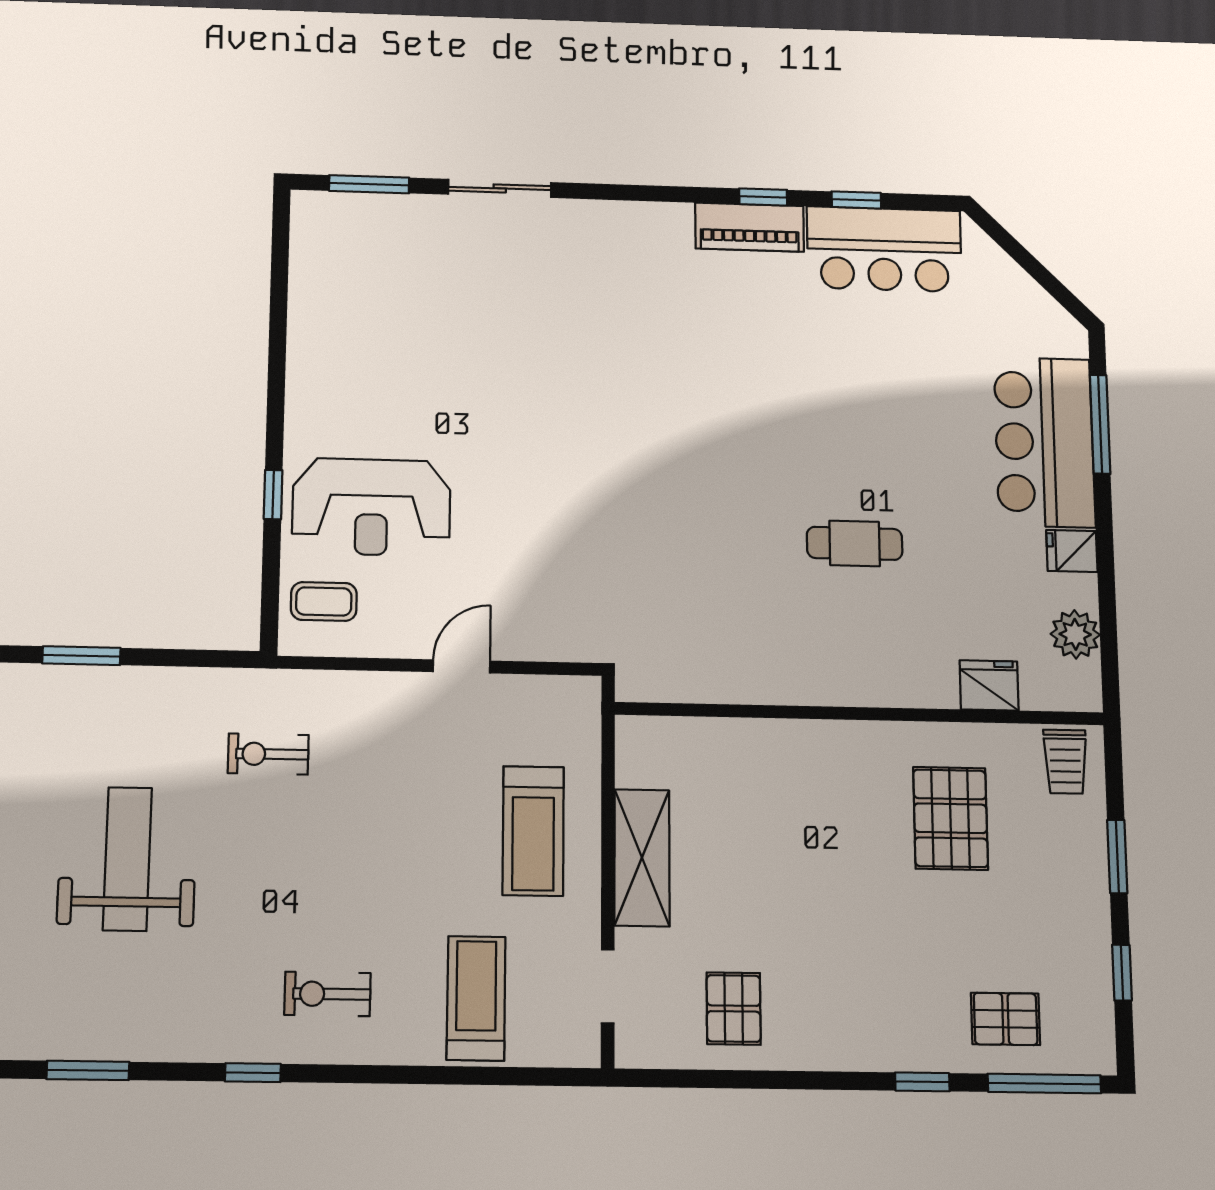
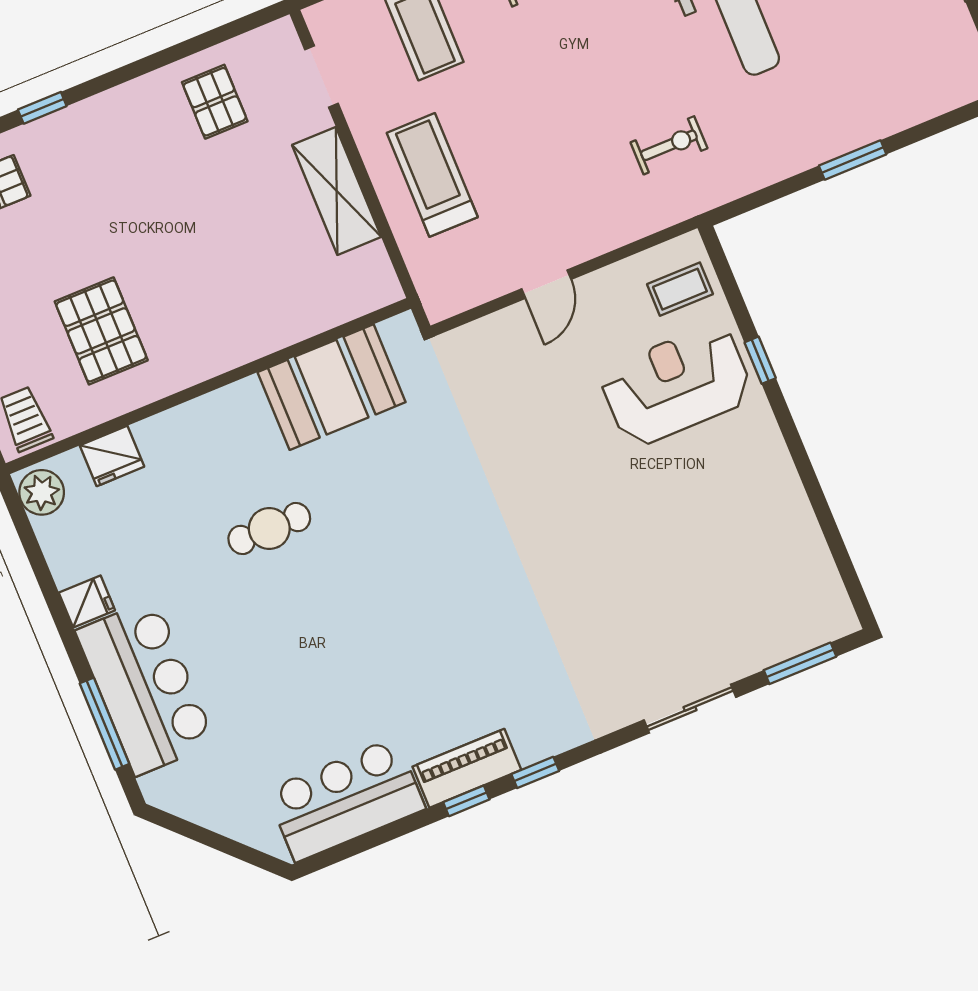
window: (856, 200) -> (535, 772), moved
plant: (1075, 634) -> (42, 492), moved
booth: (731, 658) -> (332, 387), added

